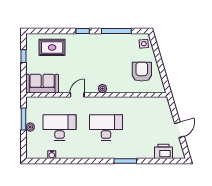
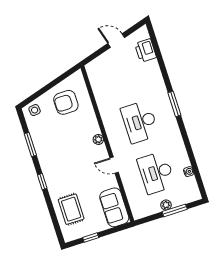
window: (116, 31) -> (30, 145), width x0.69
window: (23, 119) -> (175, 210), moved
window: (125, 161) -> (174, 104), moved

